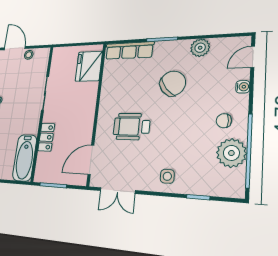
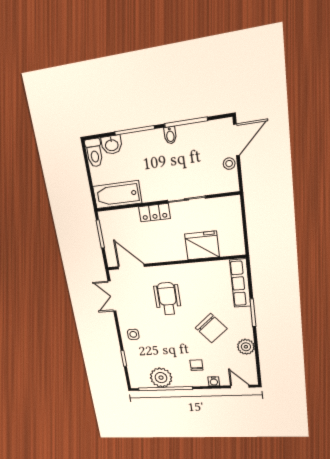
fridge: (89, 66) -> (202, 246), moved
chair: (224, 121) -> (196, 365), moved
locker: (46, 137) -> (154, 213), moved

